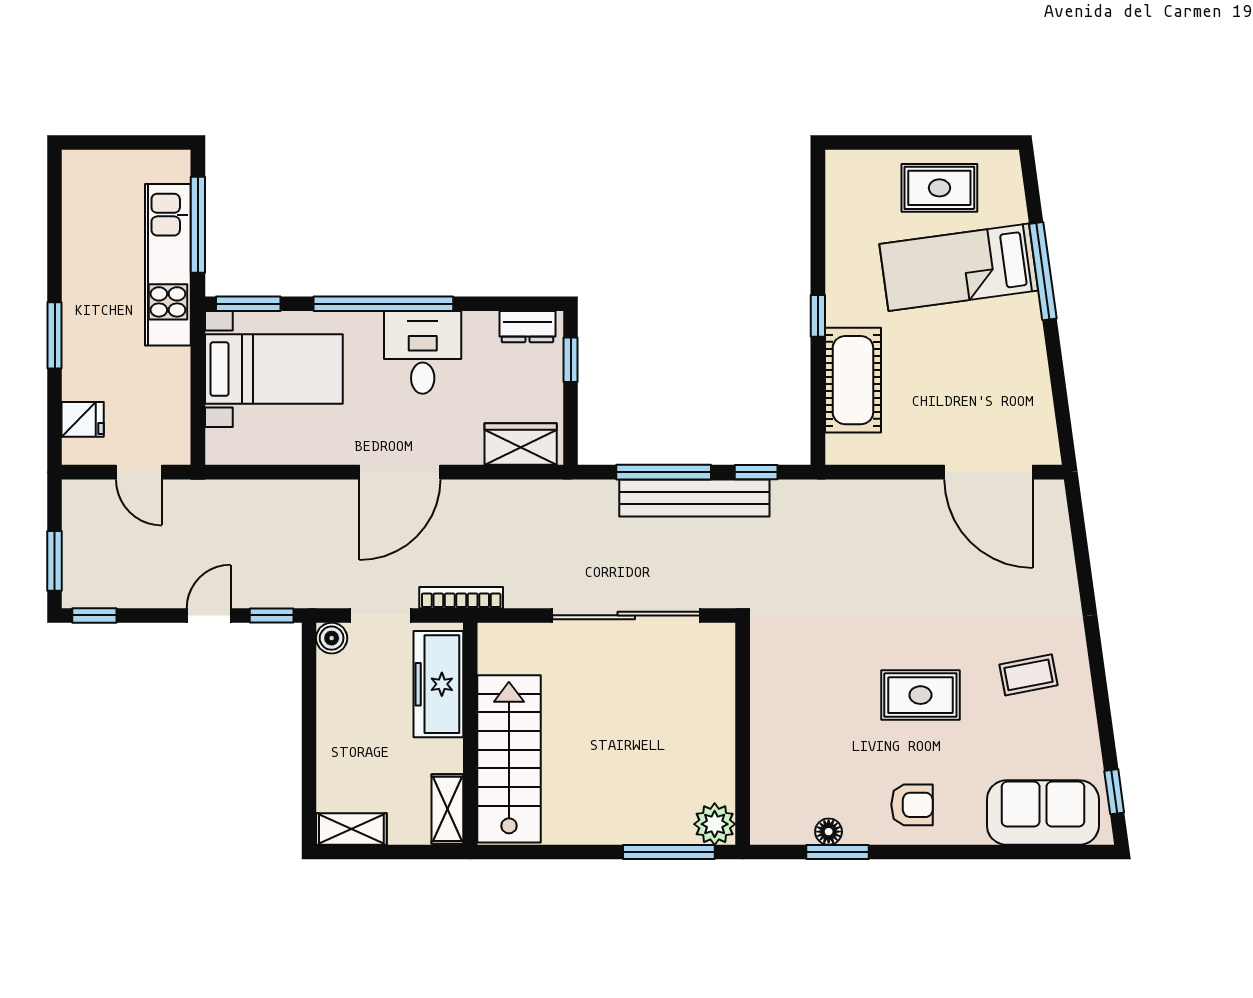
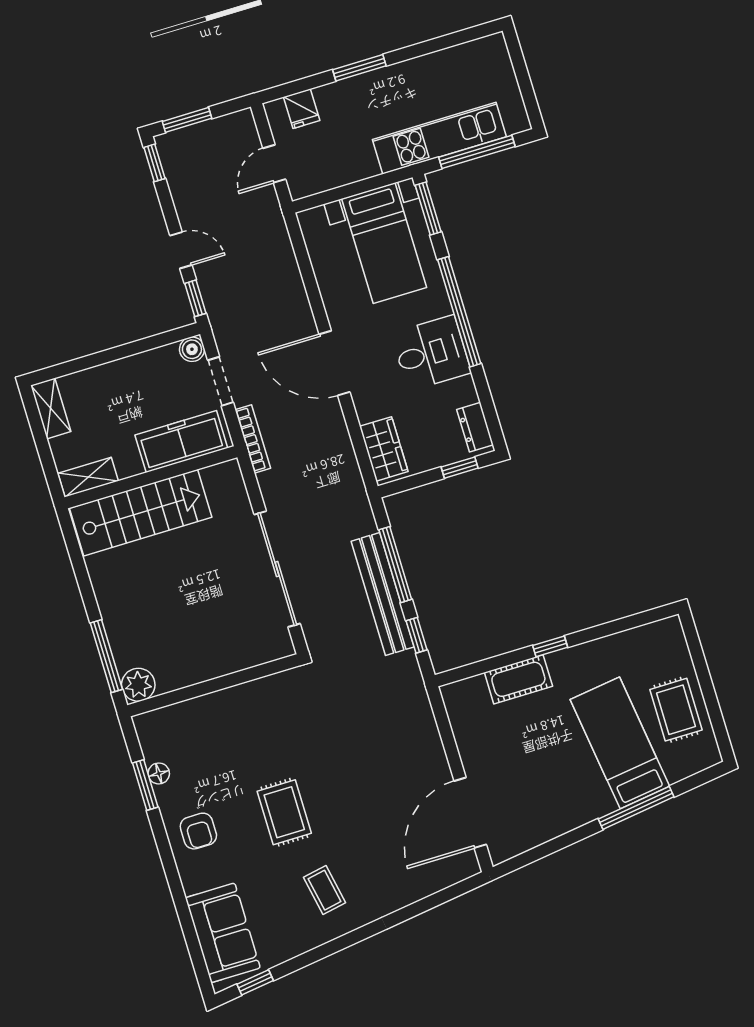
cot: (853, 380) -> (518, 679), width x0.73, depth x0.75

